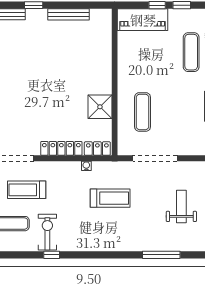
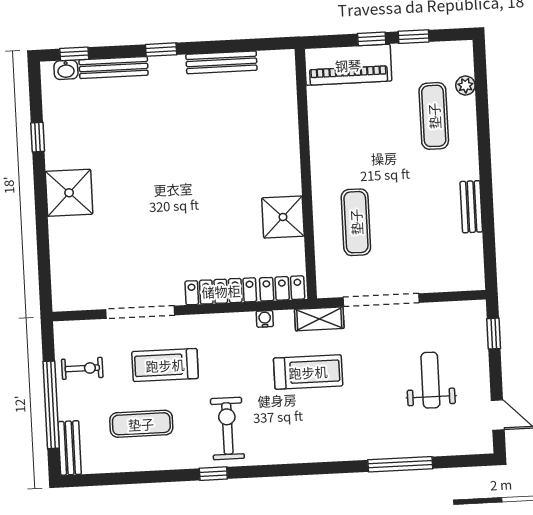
shelving: (118, 167) -> (319, 319), added
exercise bike: (47, 232) -> (227, 428), moved

